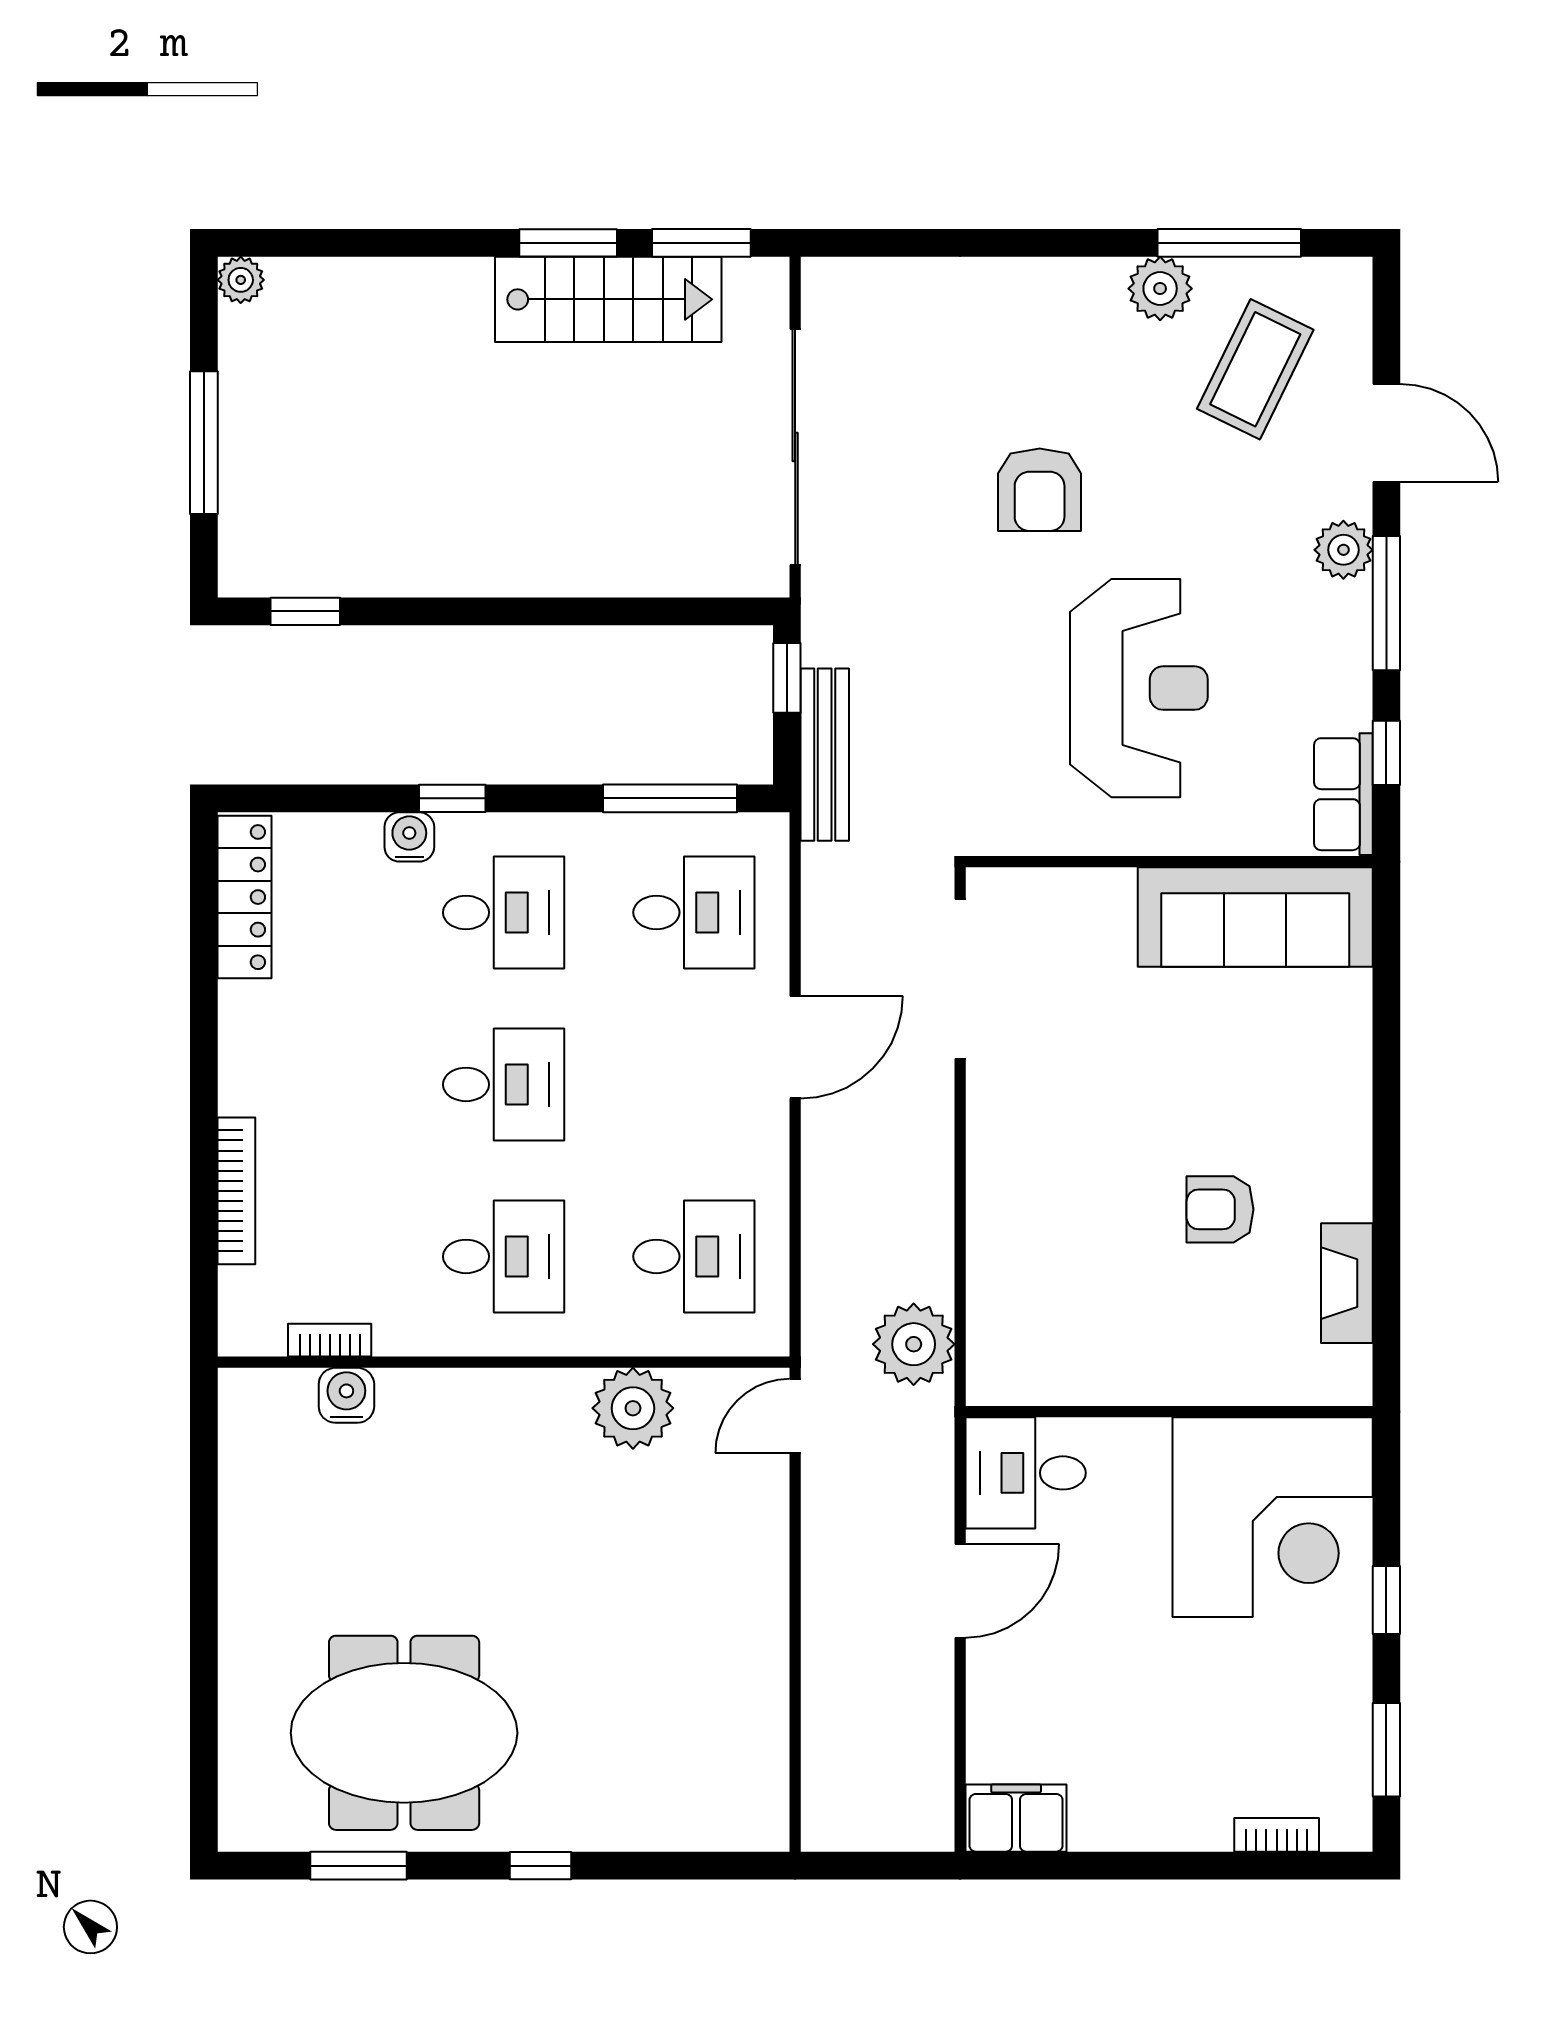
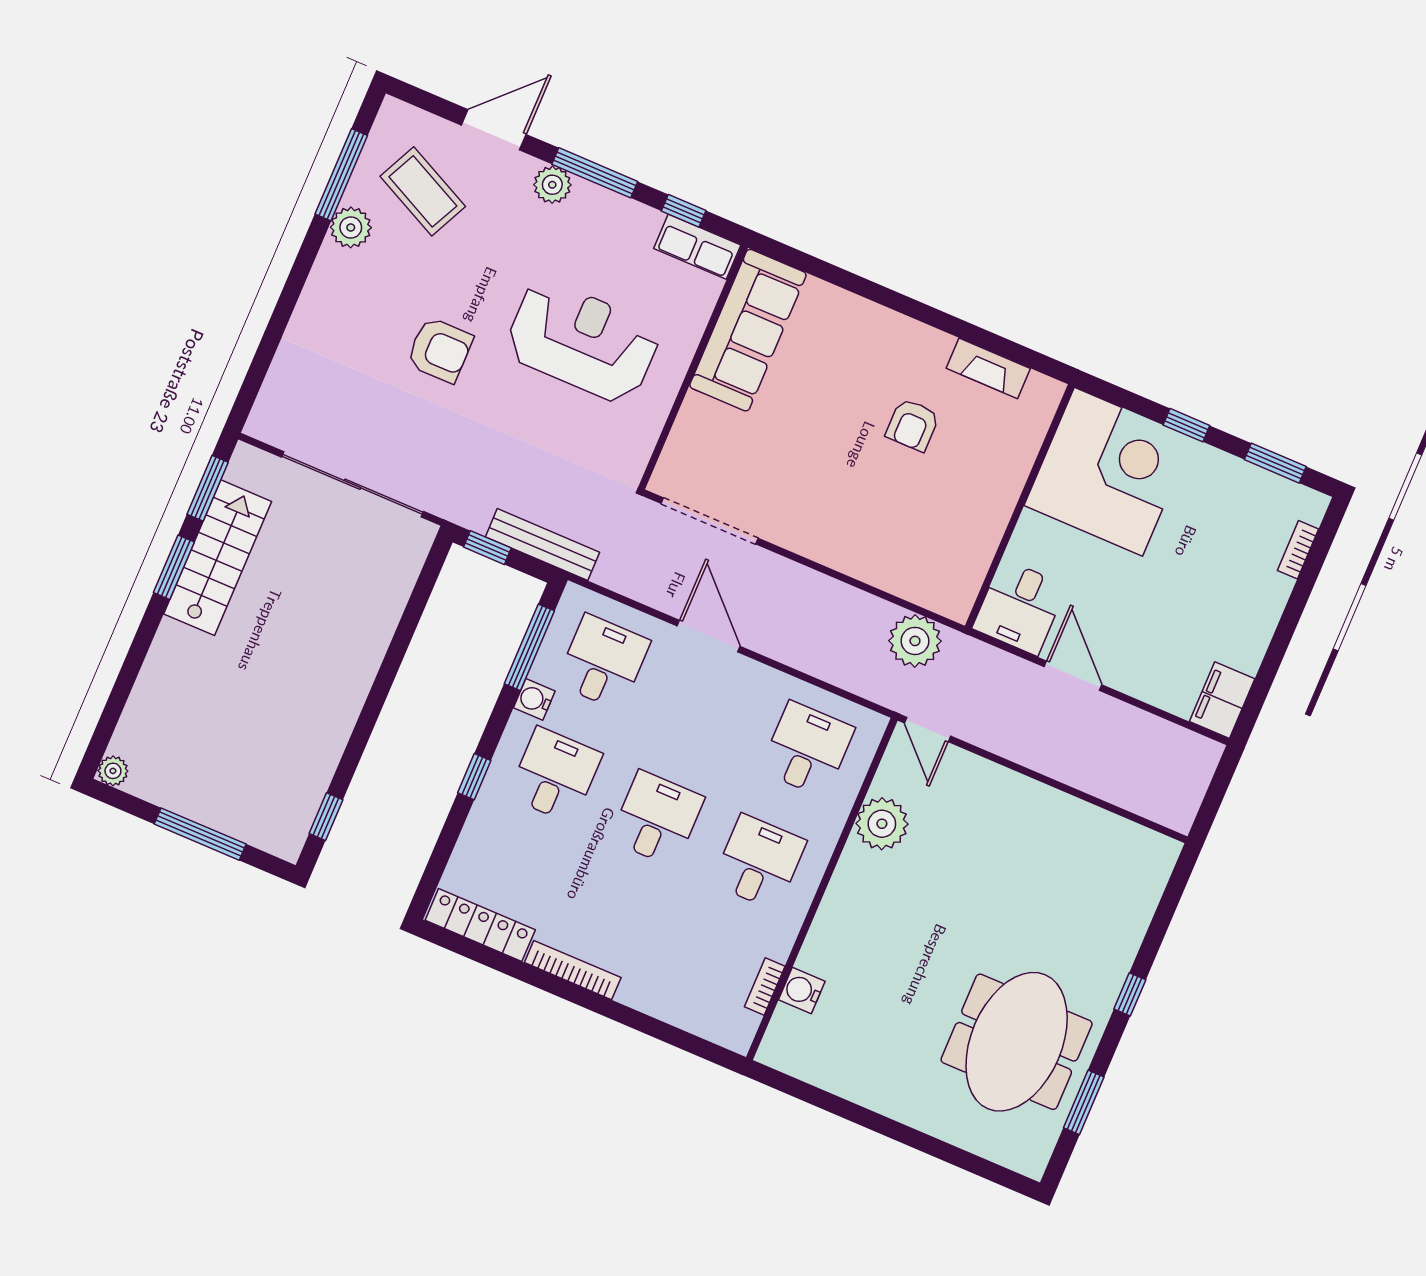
water cooler: (409, 837) -> (534, 699), moved
bookcase: (236, 1191) -> (573, 970), moved

